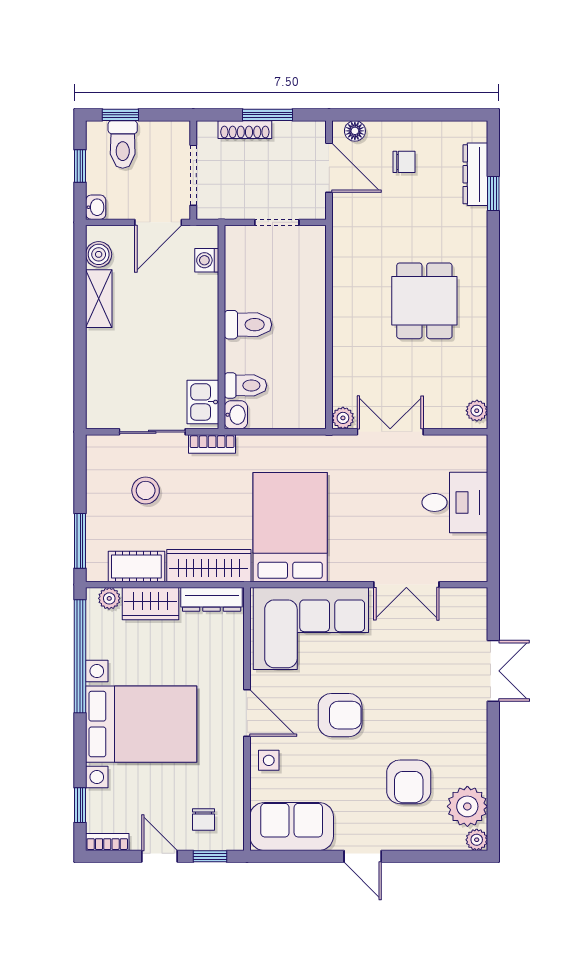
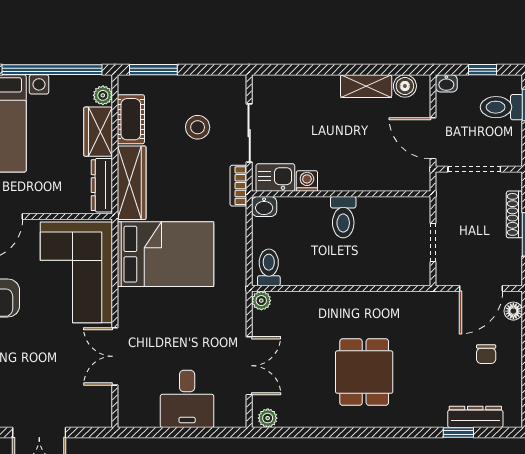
washing machine: (207, 260) -> (307, 181), moved
dining table: (424, 301) -> (364, 372), turned 90
toilet: (245, 385) -> (269, 267), moved, turned 180
double door: (390, 432) -> (249, 366), moved

